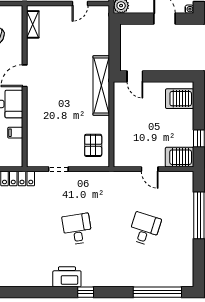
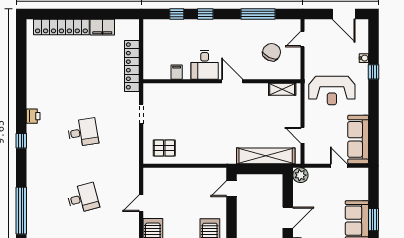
shelving: (101, 86) -> (266, 156), moved
desk: (145, 229) -> (83, 198), turned -33
printer: (67, 277) -> (33, 116), width x0.53, depth x0.68

